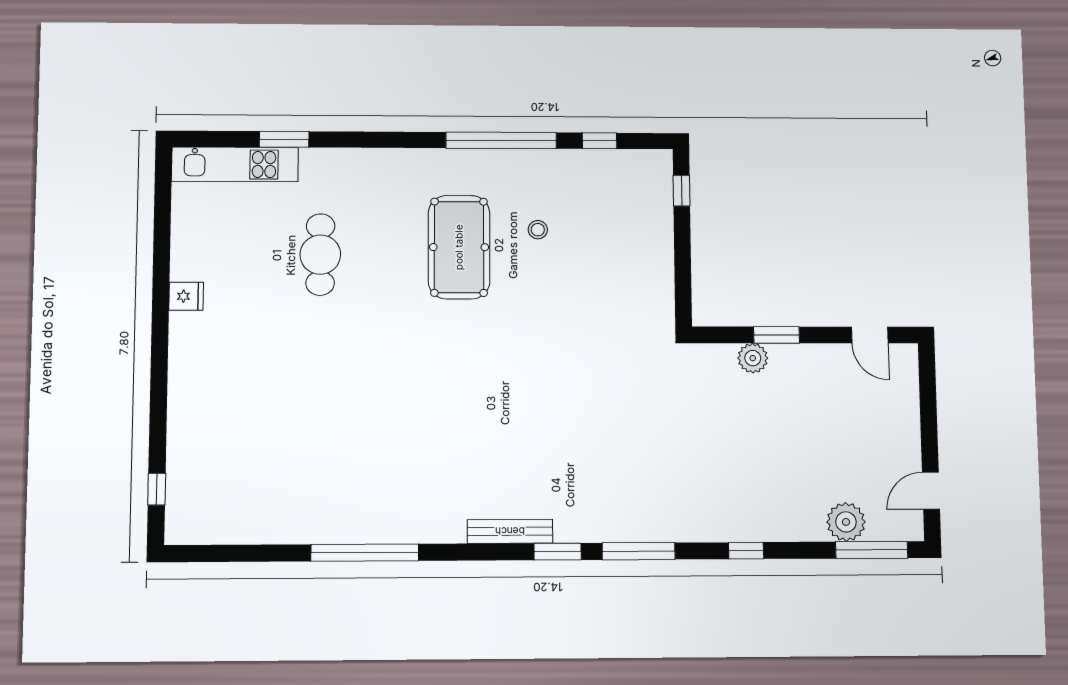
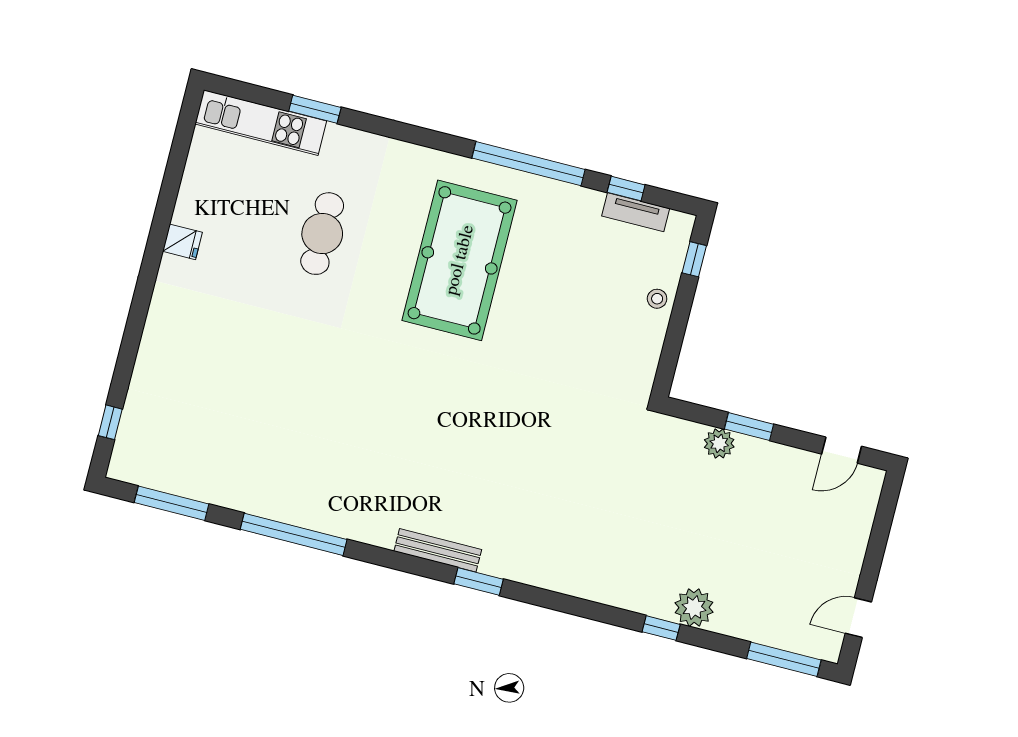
tv unit: (615, 161) -> (636, 212), added
stool: (538, 230) -> (657, 299), moved
pool table: (459, 247) -> (460, 260), width x1.36, depth x1.32
door: (870, 335) -> (842, 450), hinge flipped
plant: (846, 522) -> (694, 608), moved
window: (639, 551) -> (172, 503), moved

